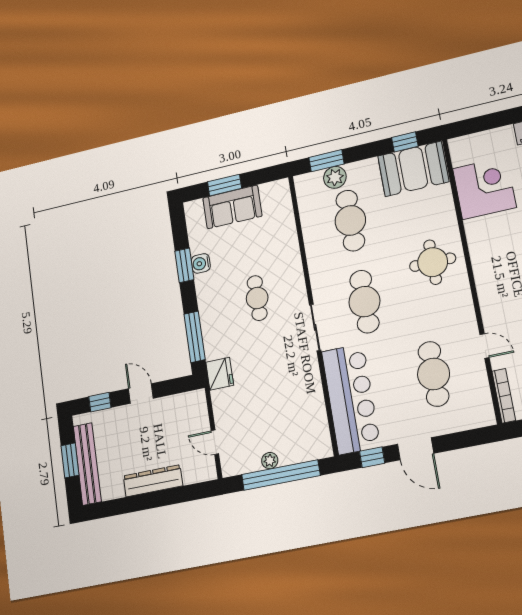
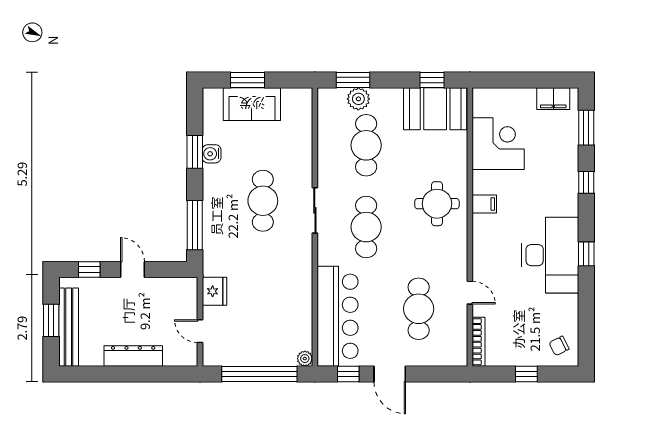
filing cabinet: (482, 252) -> (484, 204), added
cafe table: (257, 298) -> (263, 201), width x1.37, depth x1.35
sliding door: (315, 327) -> (315, 210), moved
fridge: (220, 374) -> (214, 291), moved
plant: (270, 461) -> (305, 359), moved

